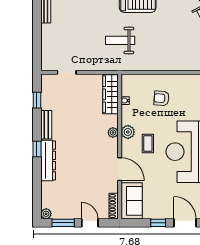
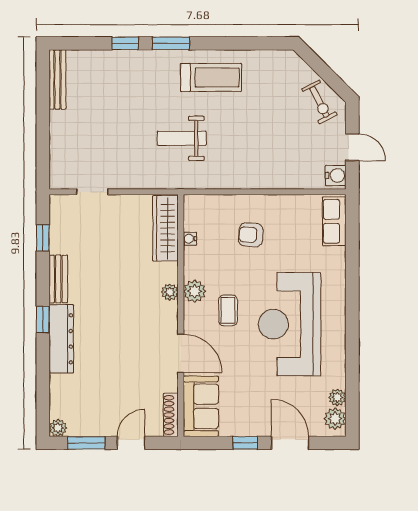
door: (90, 223) -> (131, 443), hinge flipped

